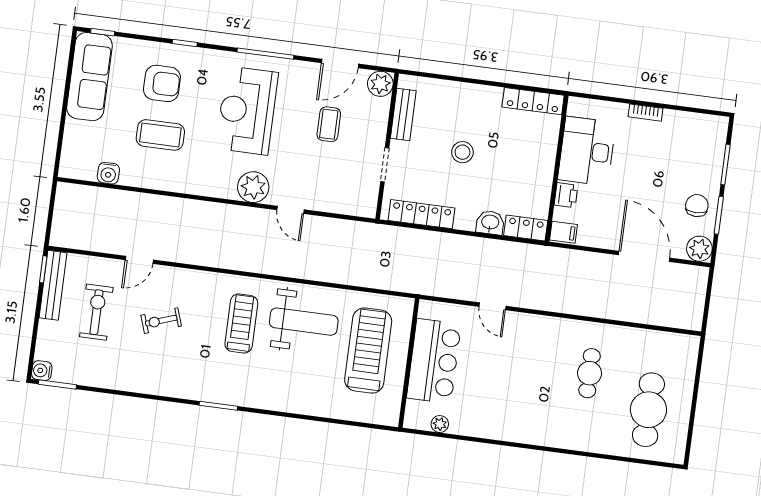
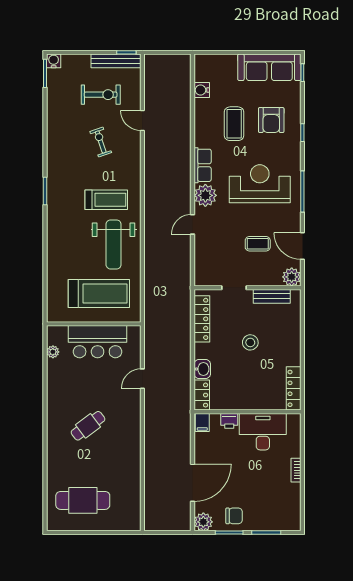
row of seats: (211, 186) -> (203, 165), added
cafe table: (590, 373) -> (88, 426), moved, turned -37

